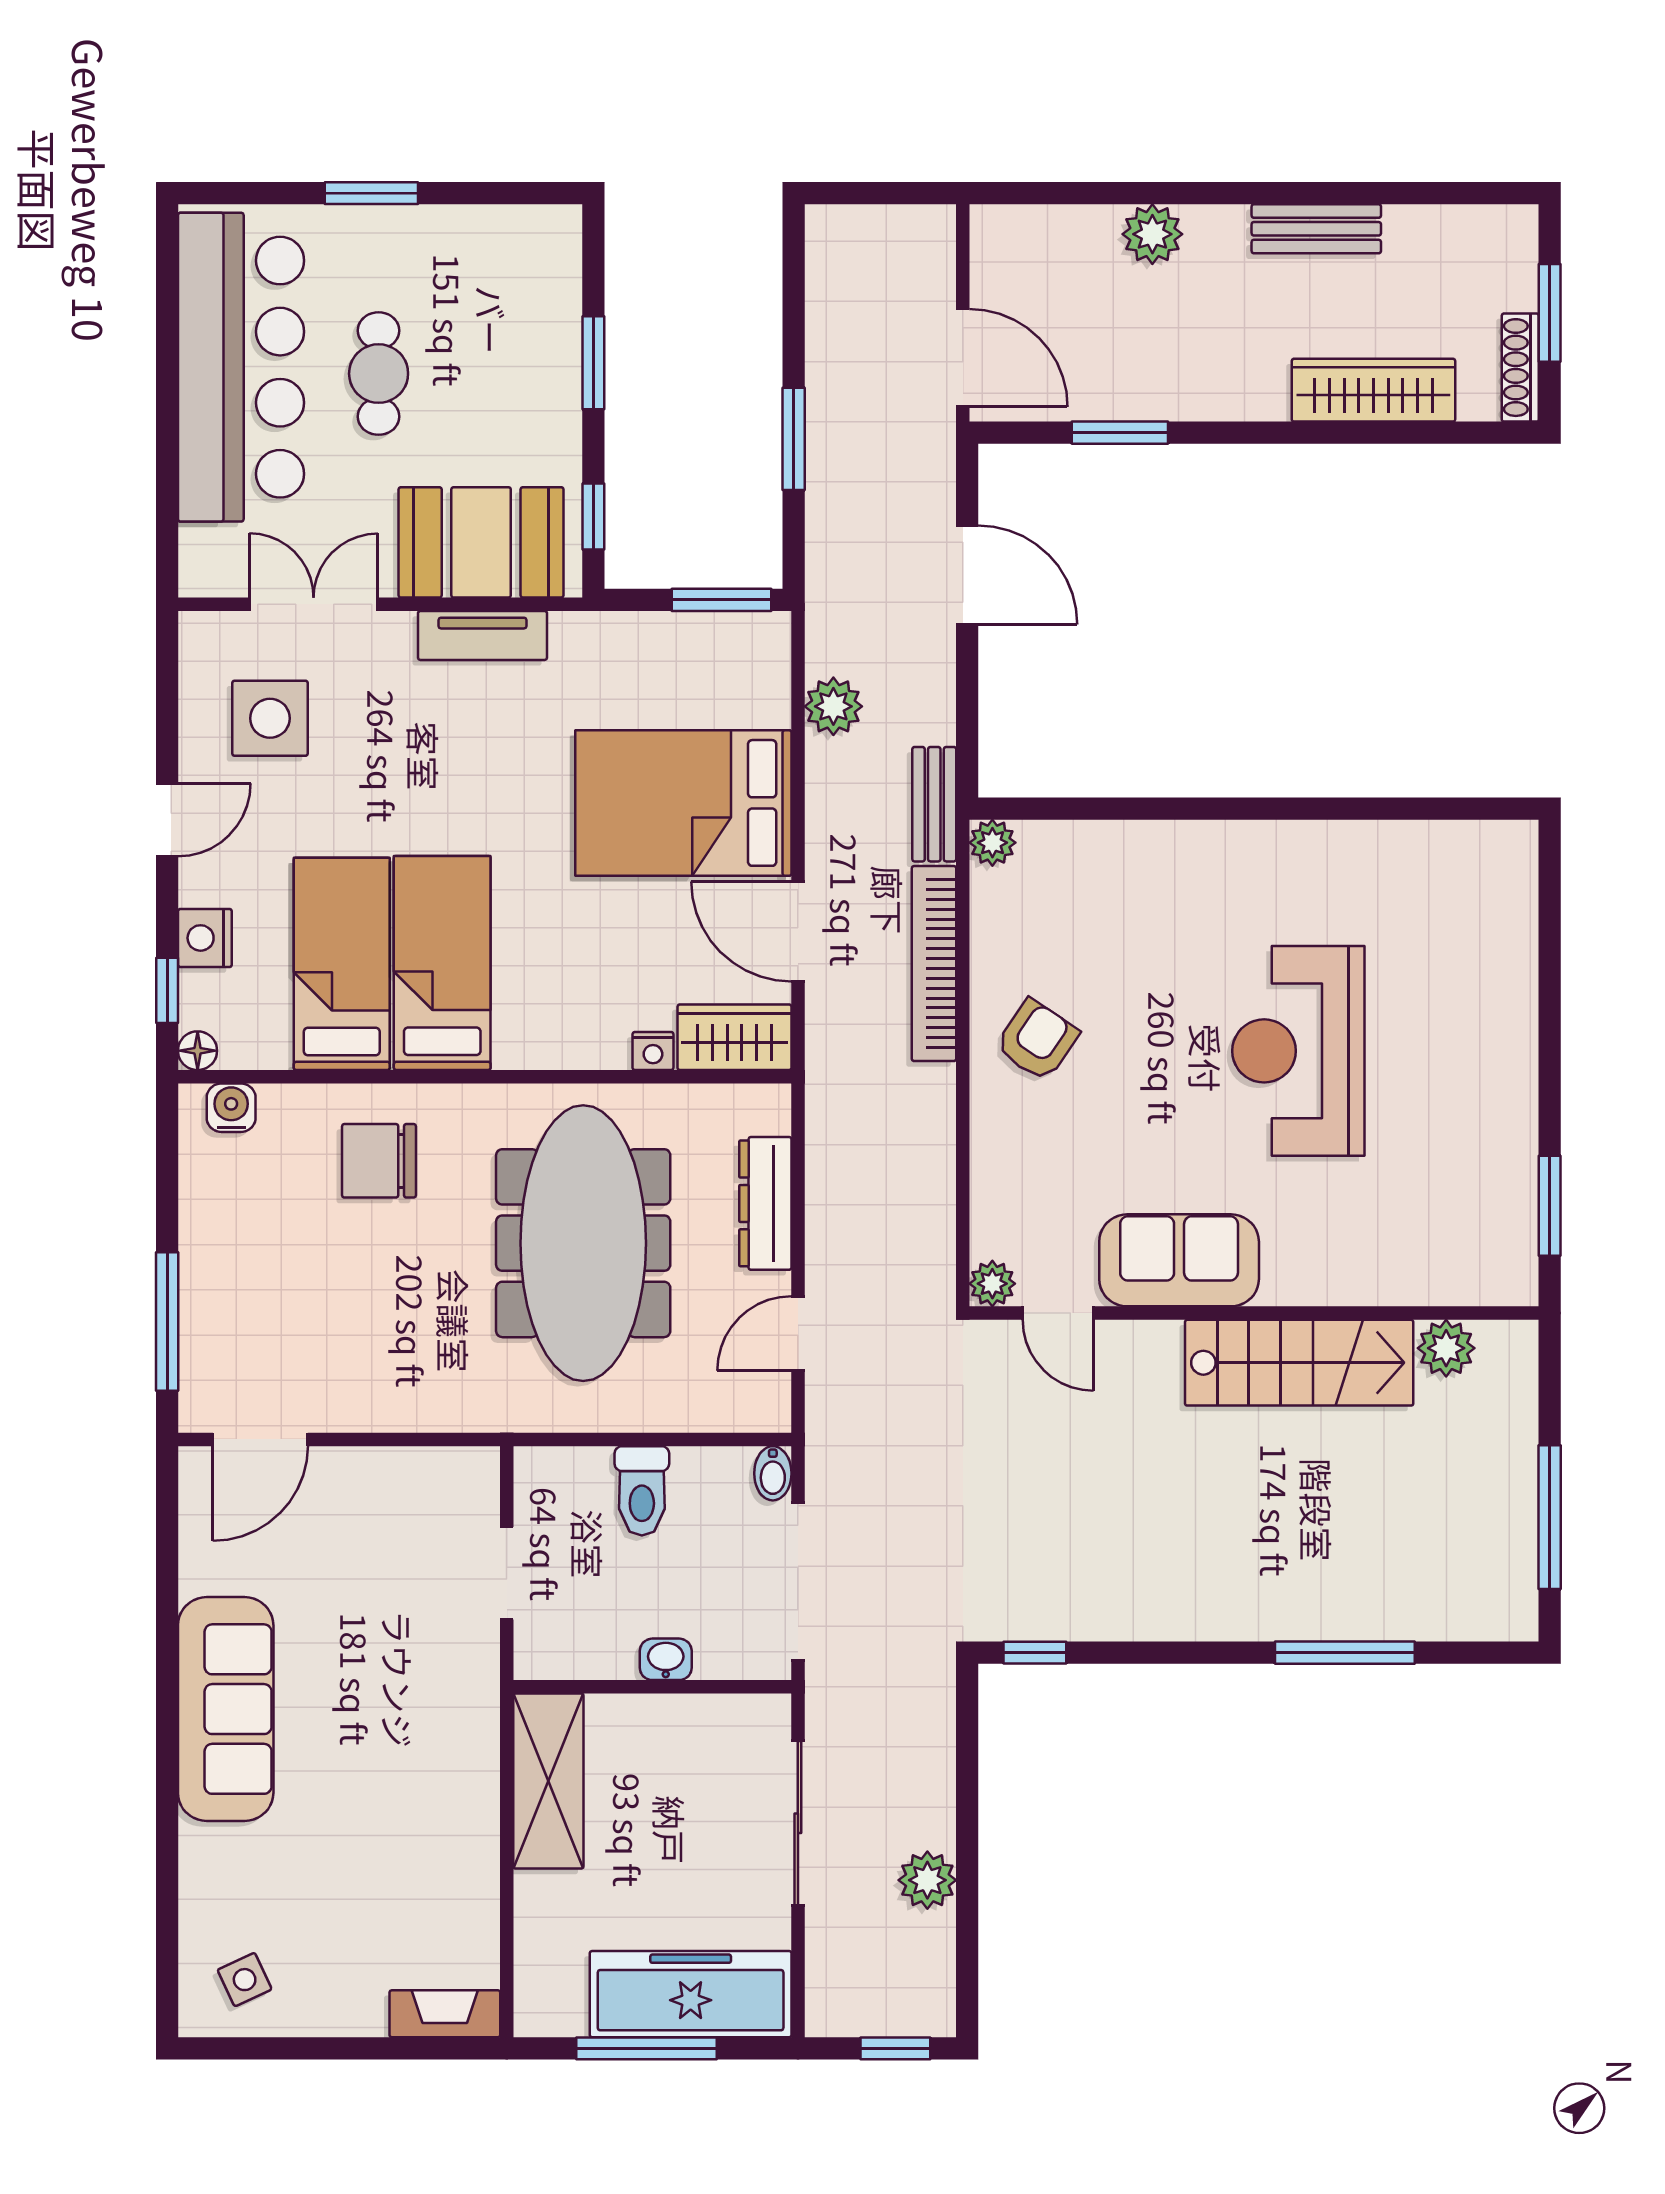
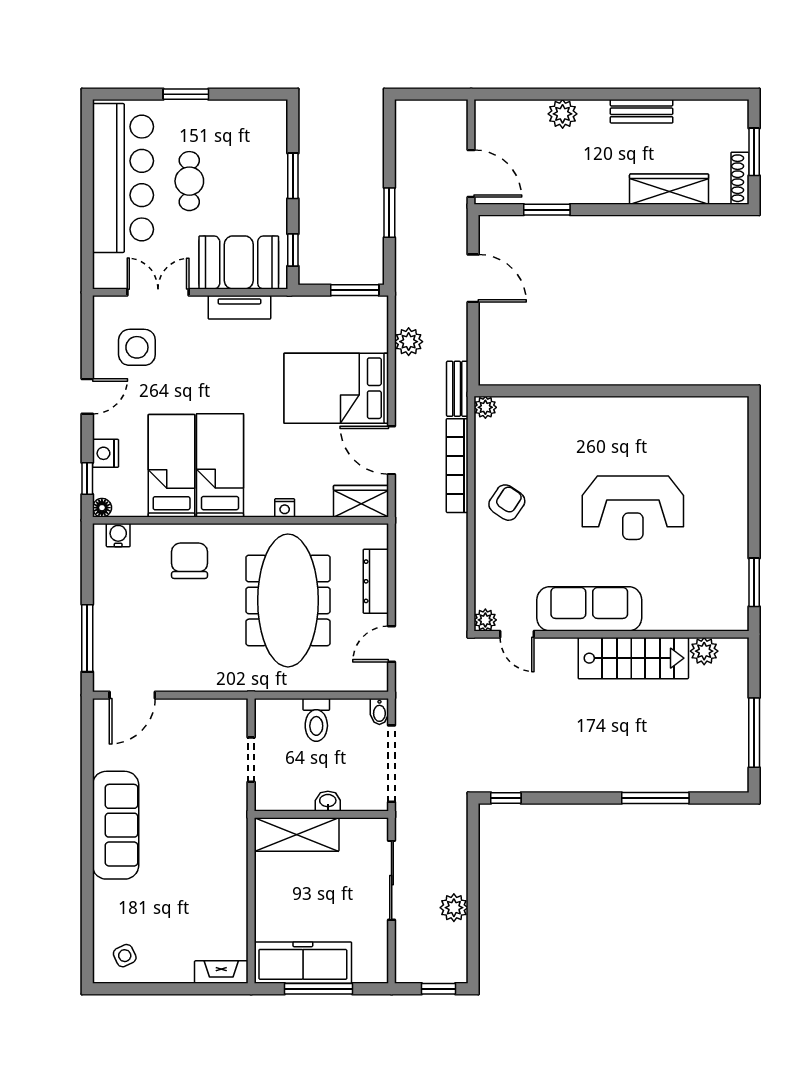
nightstand: (653, 1051) -> (285, 508), moved
reception desk: (1298, 1051) -> (633, 508), turned -90
chair: (379, 1161) -> (189, 561), turned 90
sofa: (1179, 1260) -> (589, 609), width x1.36
shelving: (548, 1781) -> (297, 834), moved, turned 90
freezer: (691, 1994) -> (303, 963), moved

